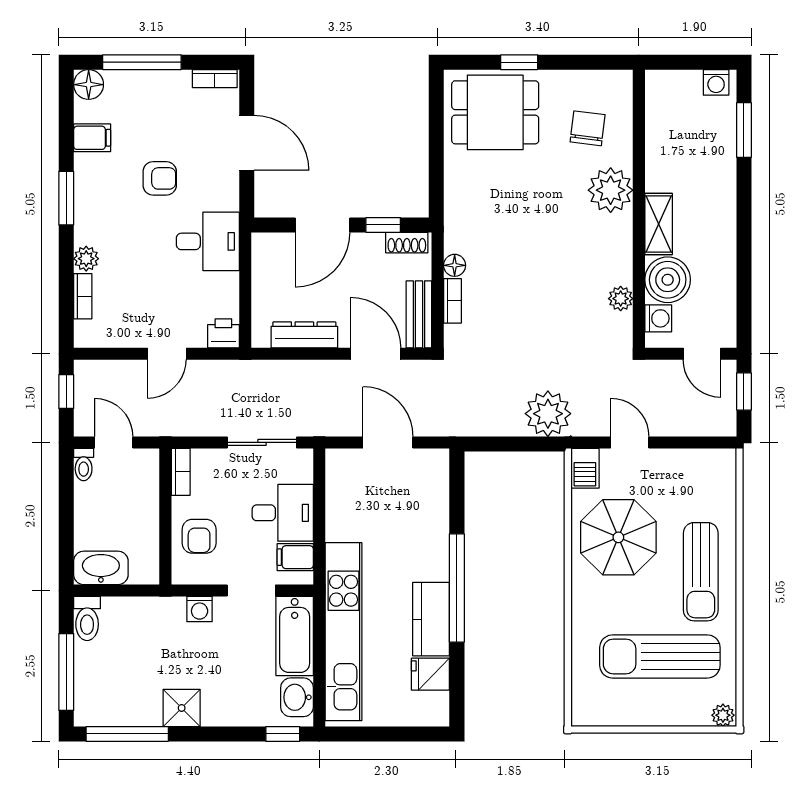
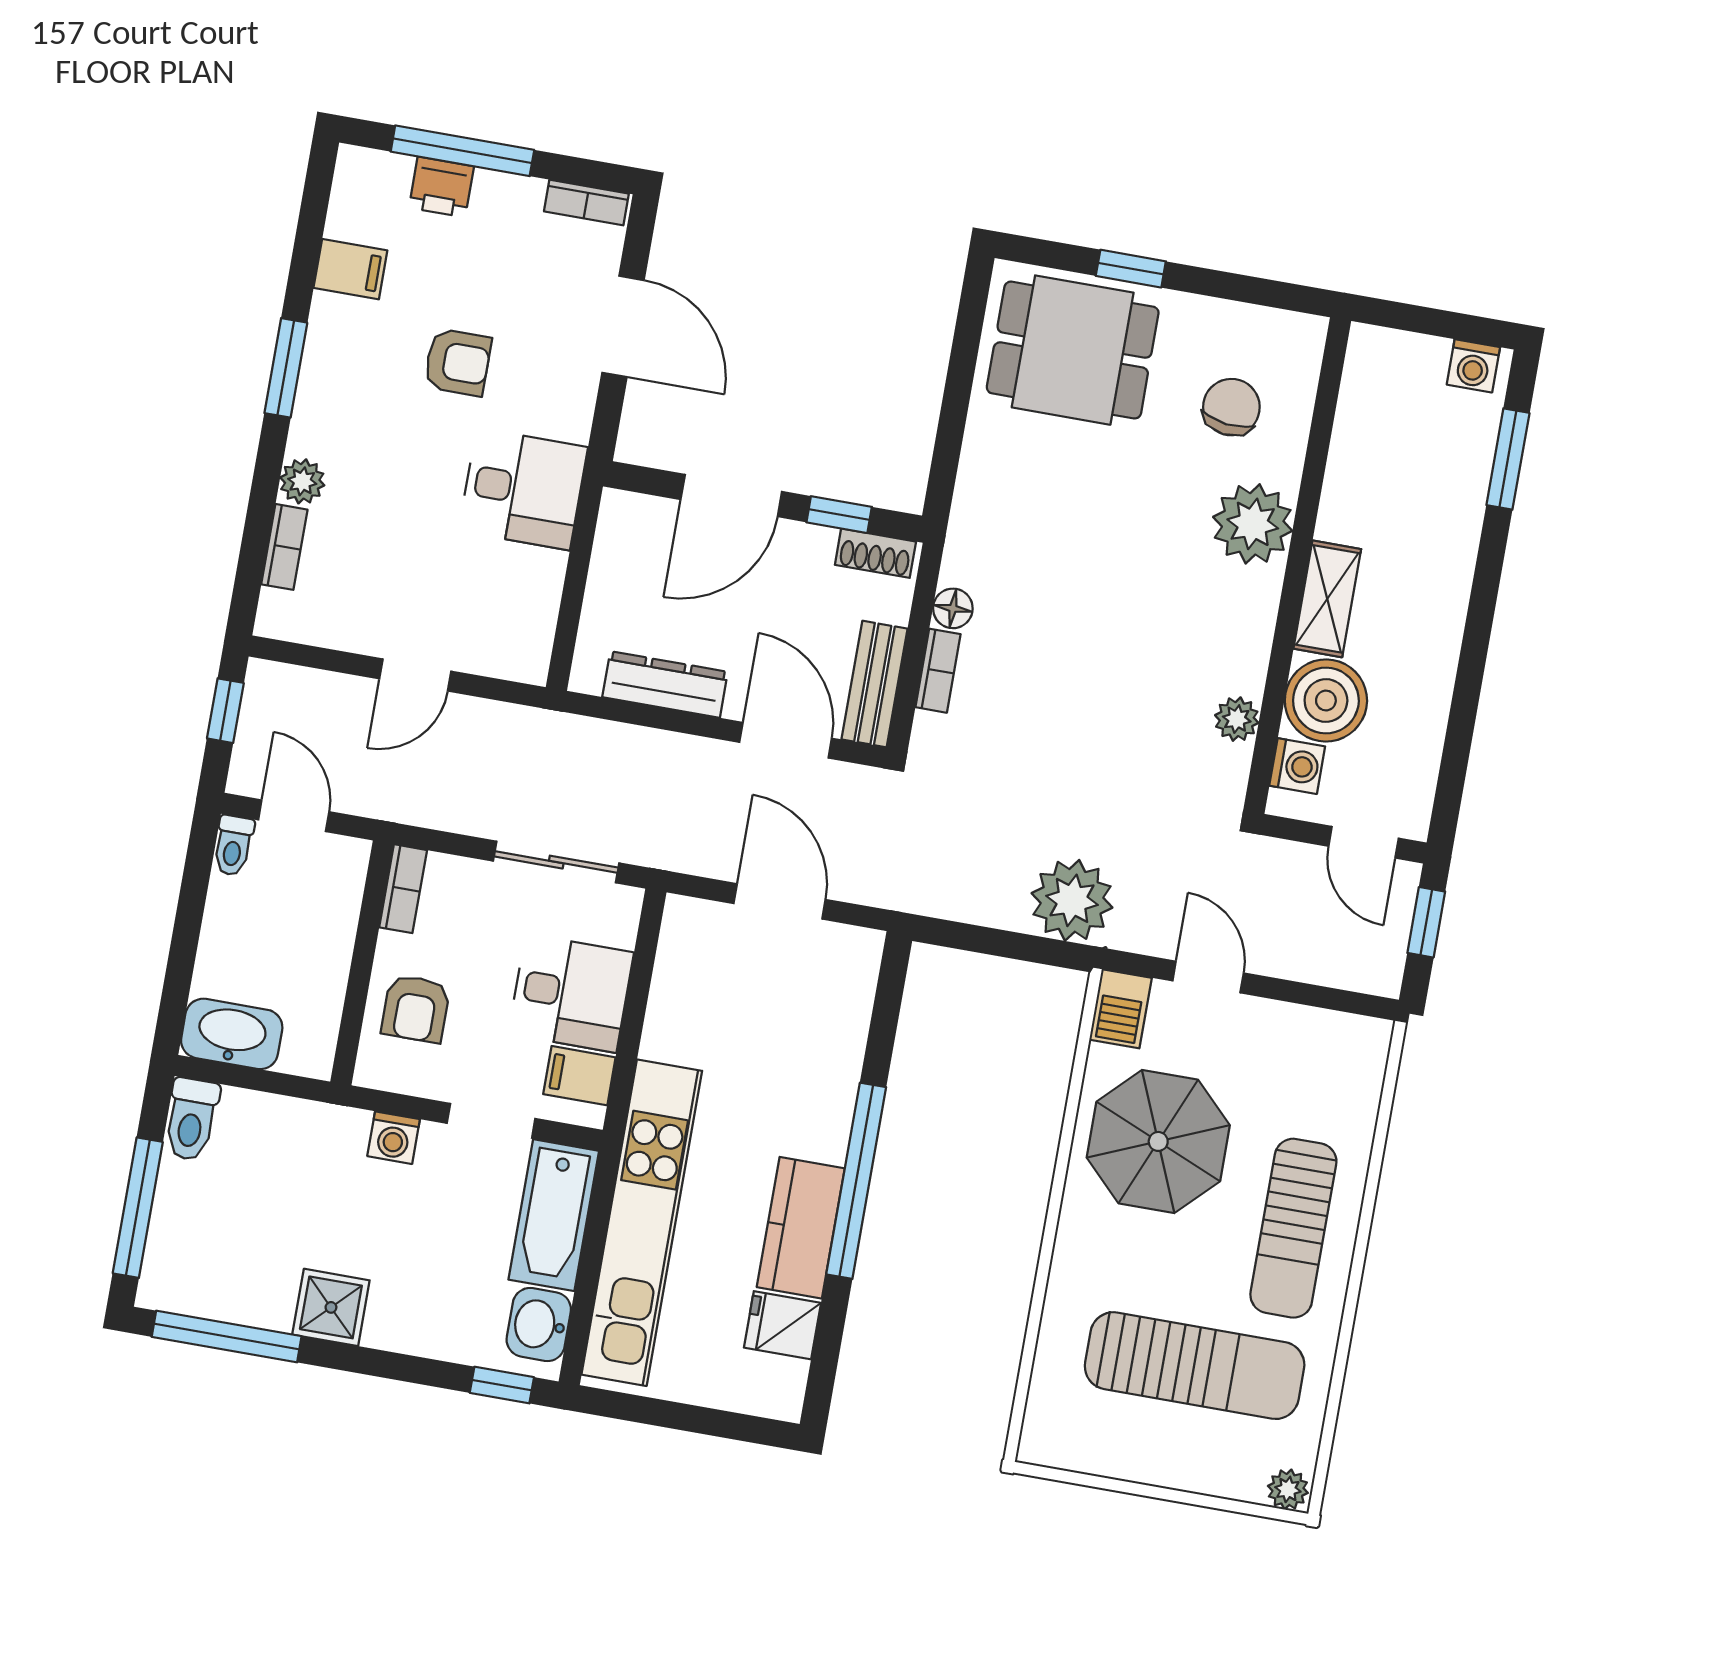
floor lamp: (89, 85) -> (361, 174), removed
printer: (223, 333) -> (441, 187), moved, turned 180
sun lounger: (660, 656) -> (1195, 1366), turned 180

